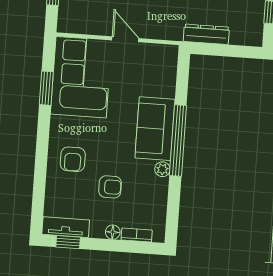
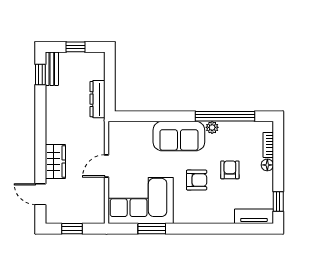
window: (178, 141) -> (225, 116), moved
armchair: (73, 159) -> (197, 180), moved
tv unit: (66, 227) -> (254, 216), moved, turned 90

